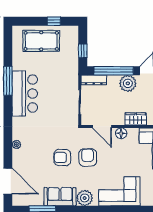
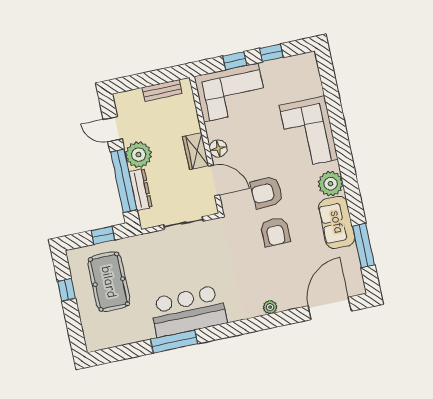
pool table: (41, 41) -> (109, 282), moved
dresser: (94, 80) -> (140, 190), moved
wardrobe: (136, 119) -> (196, 151), moved
door: (102, 126) -> (214, 180), hinge flipped

